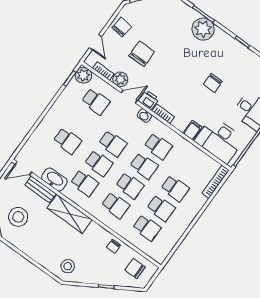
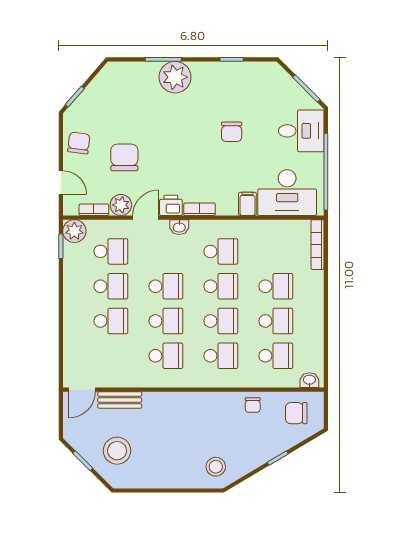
school desk: (82, 121) -> (111, 286), added
washbasin: (54, 179) -> (309, 380), moved, width x0.52, depth x0.69
shelving: (70, 214) -> (174, 404), removed

